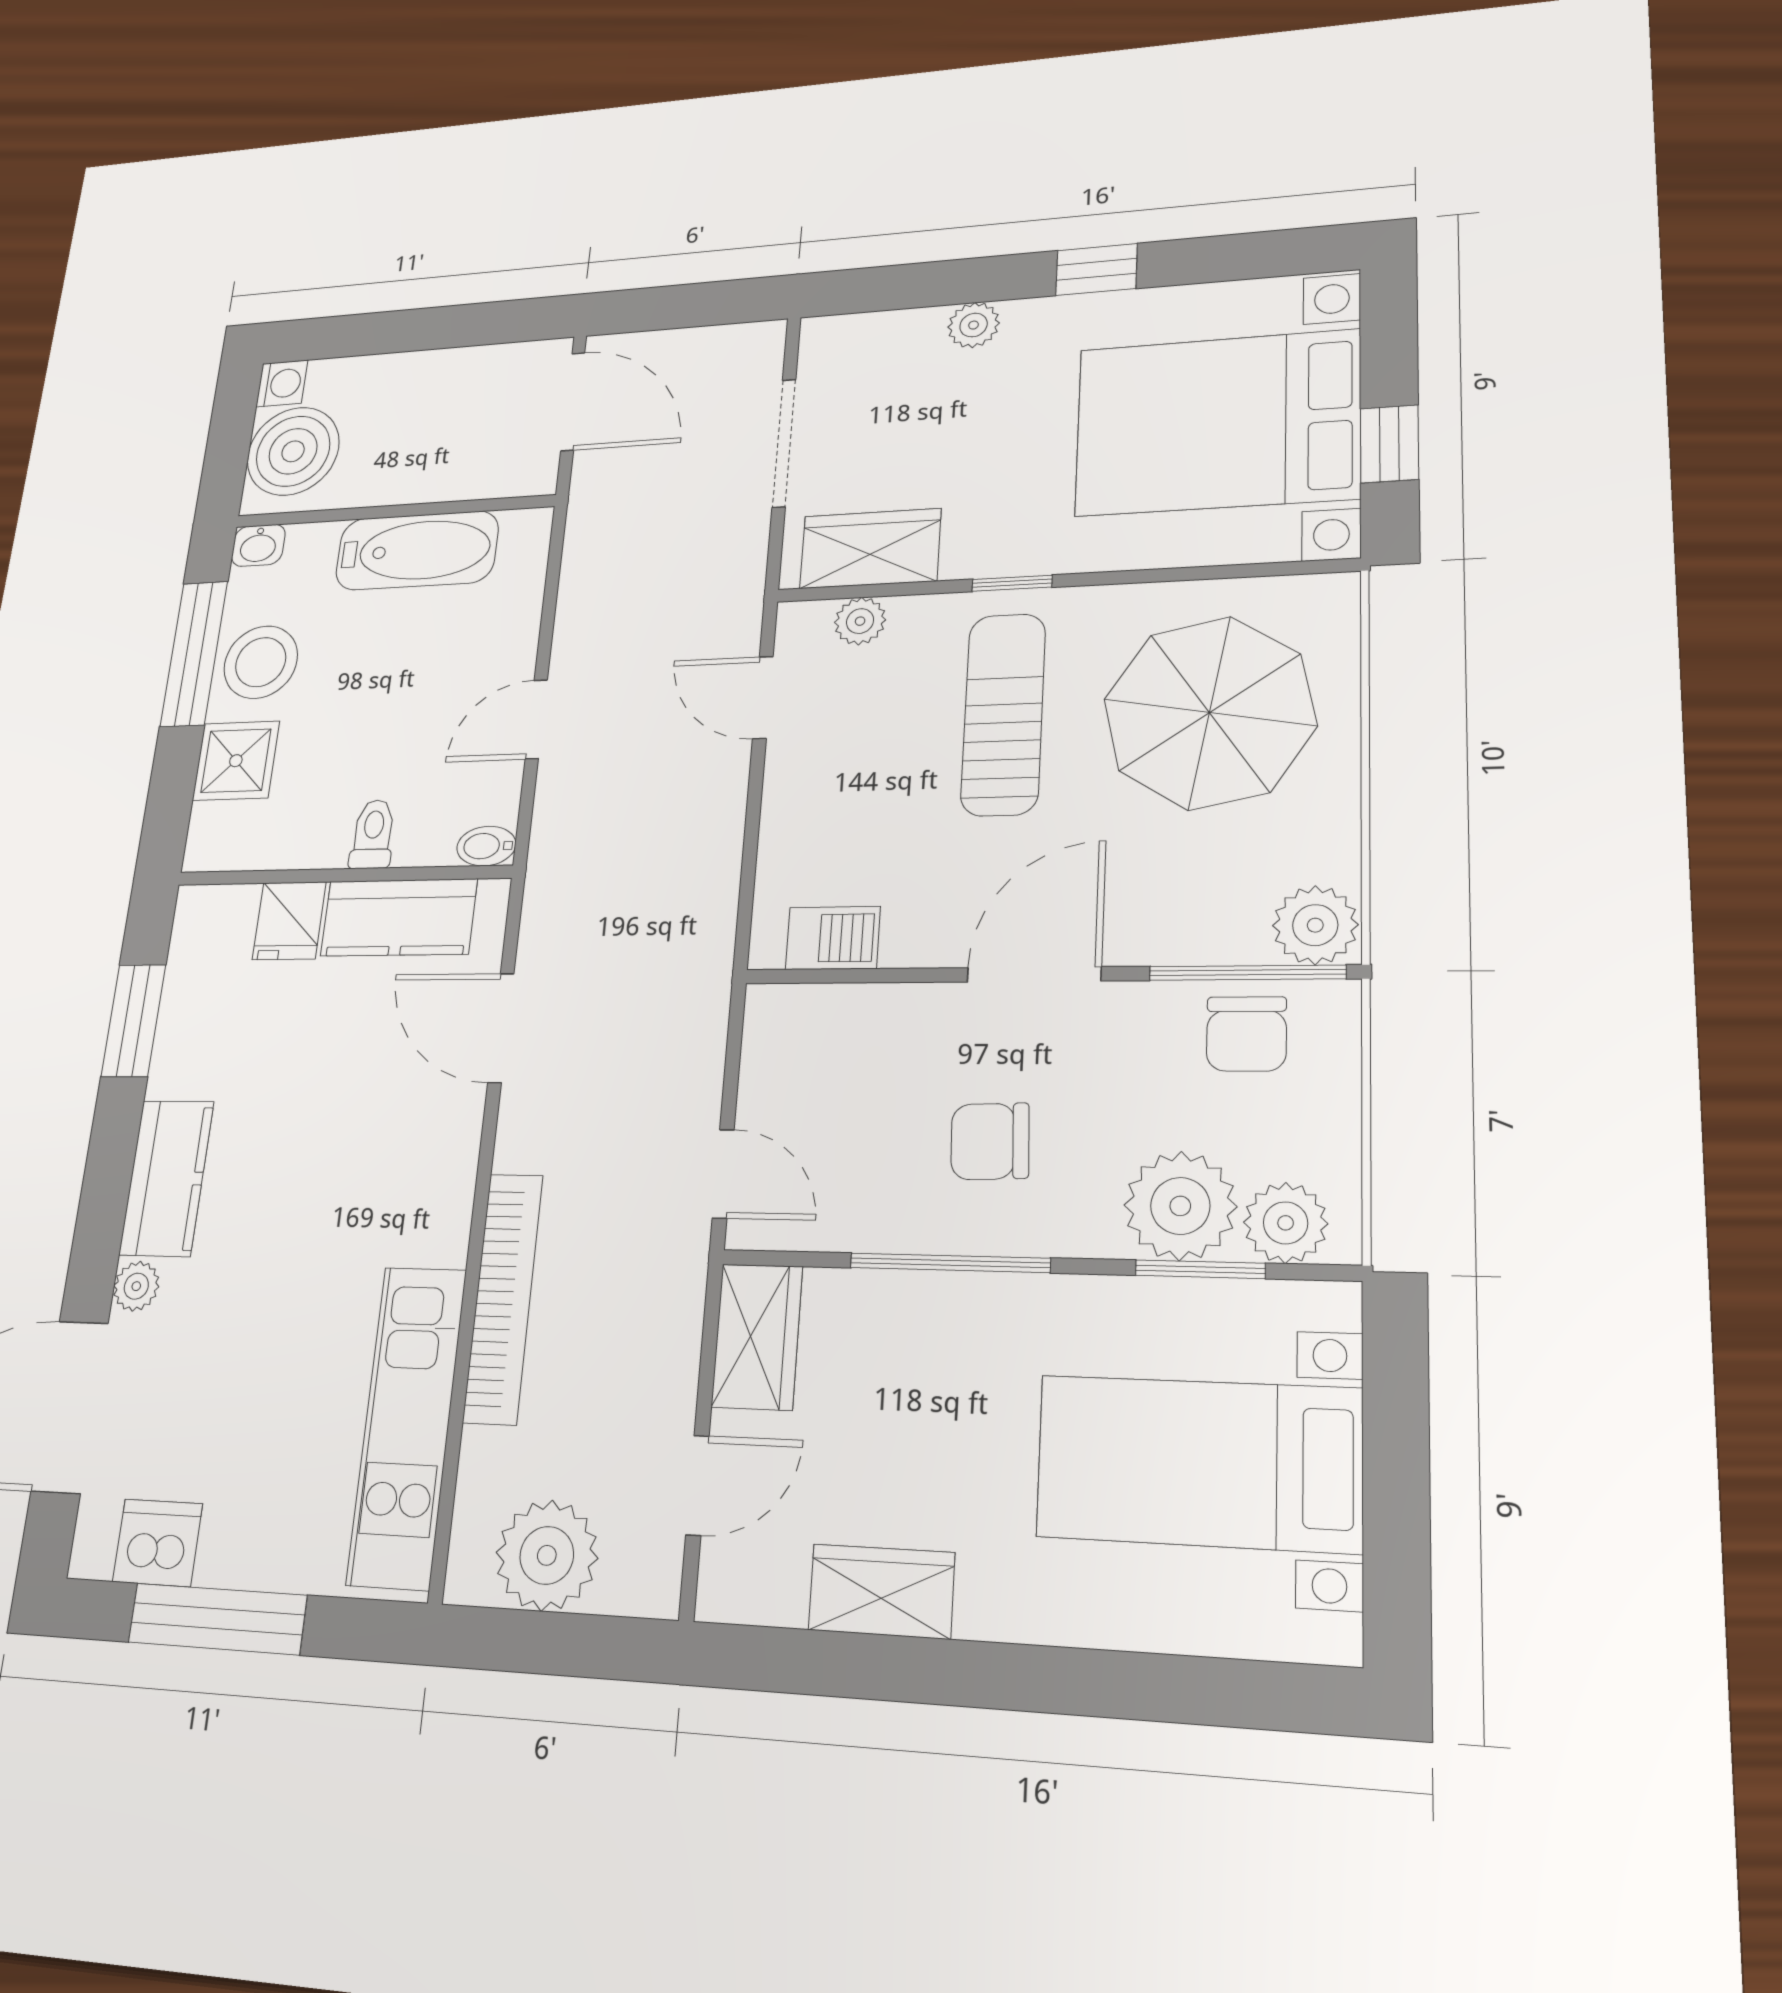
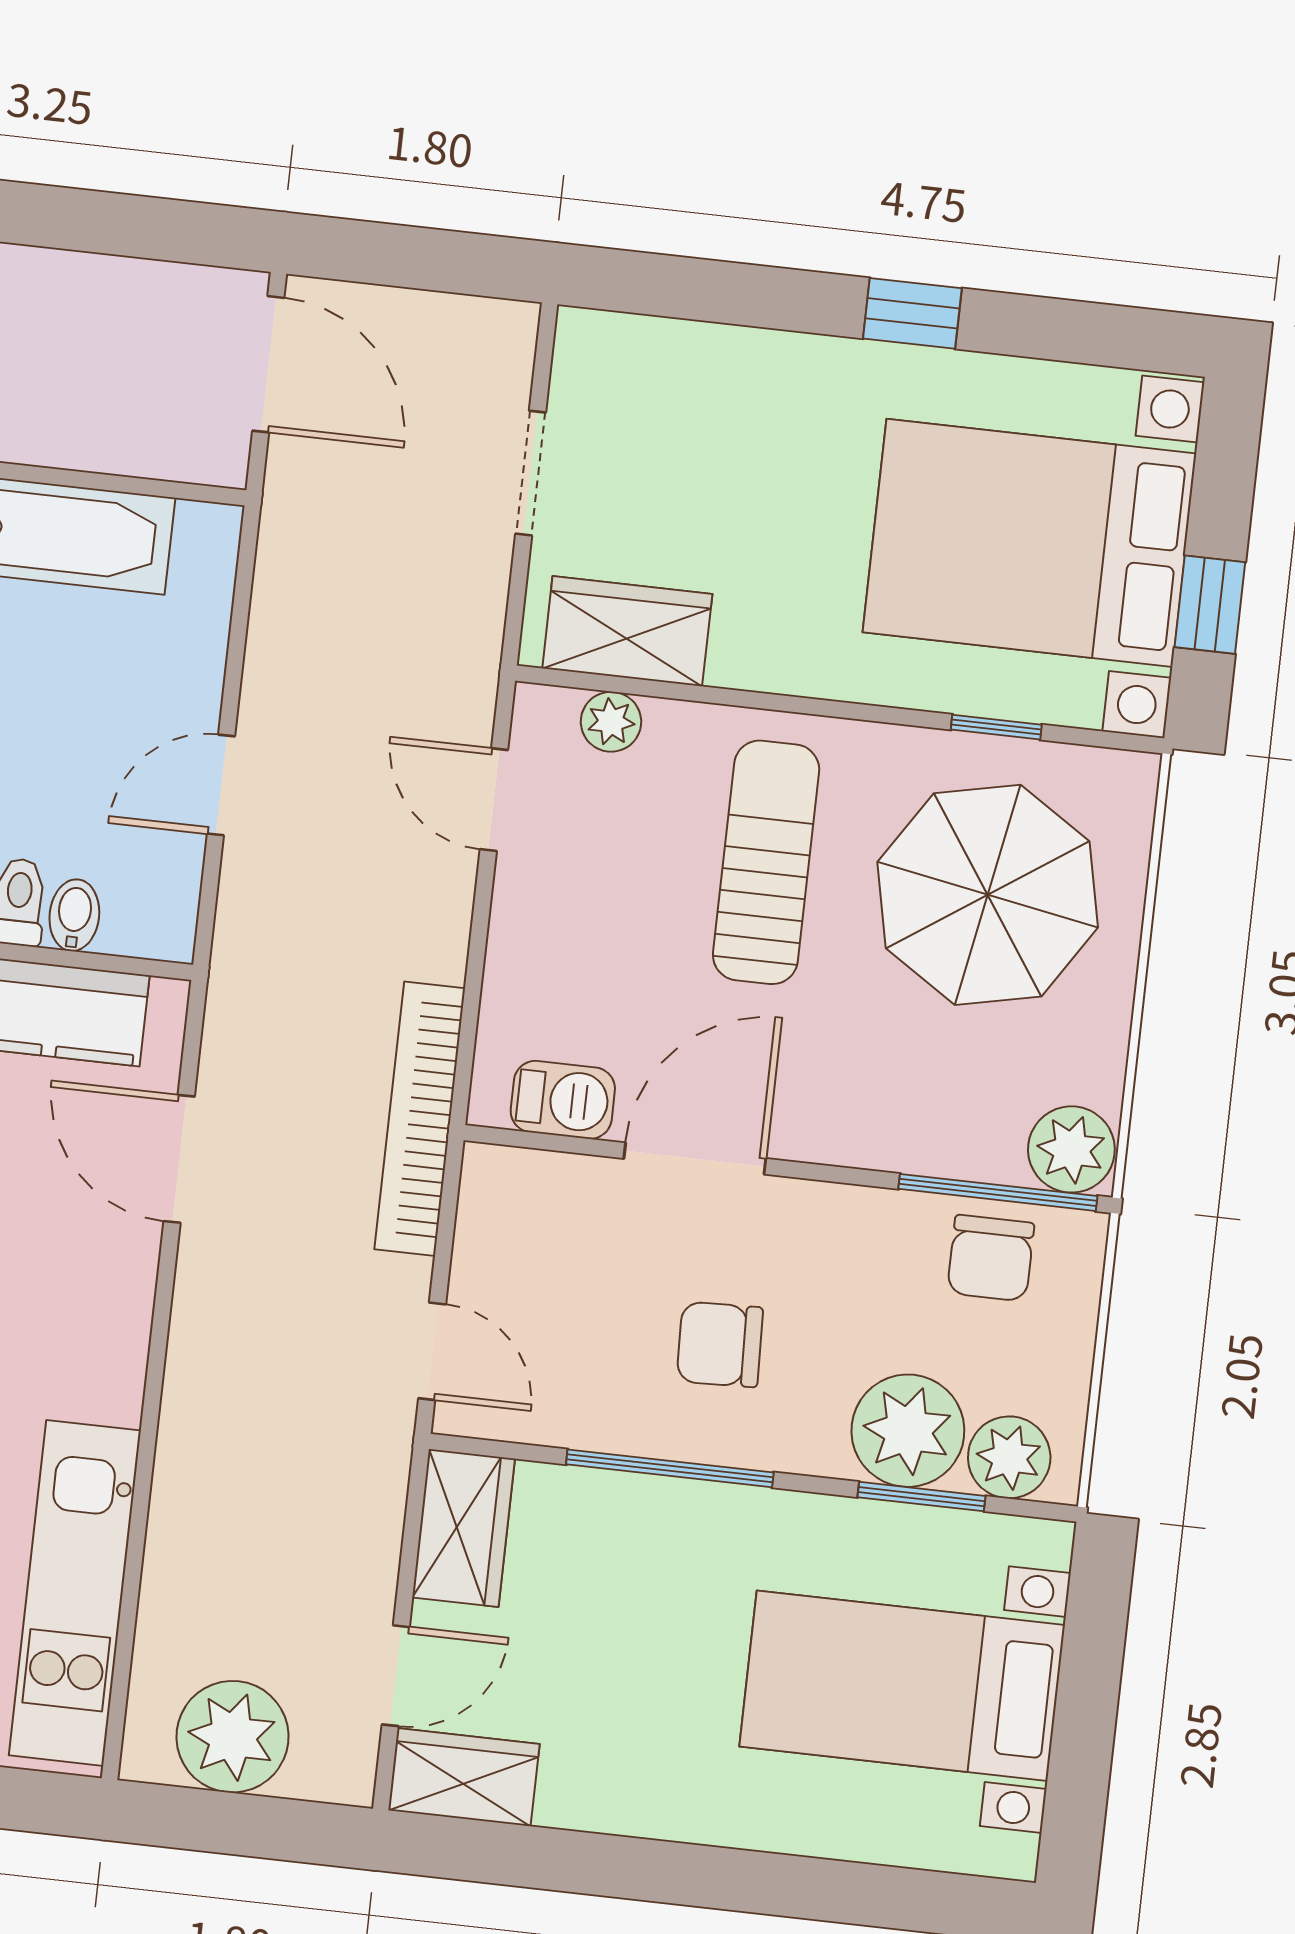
plant: (974, 325) -> (765, 358), removed
doorway: (784, 443) -> (531, 473), width x0.73
window: (1012, 583) -> (996, 727), moved
bidet: (486, 846) -> (74, 915), moved, turned 90
door: (1034, 974) -> (695, 1158), moved
bookcase: (503, 1298) -> (420, 1119), moved, turned 180
wardrobe: (881, 1591) -> (464, 1777), moved

